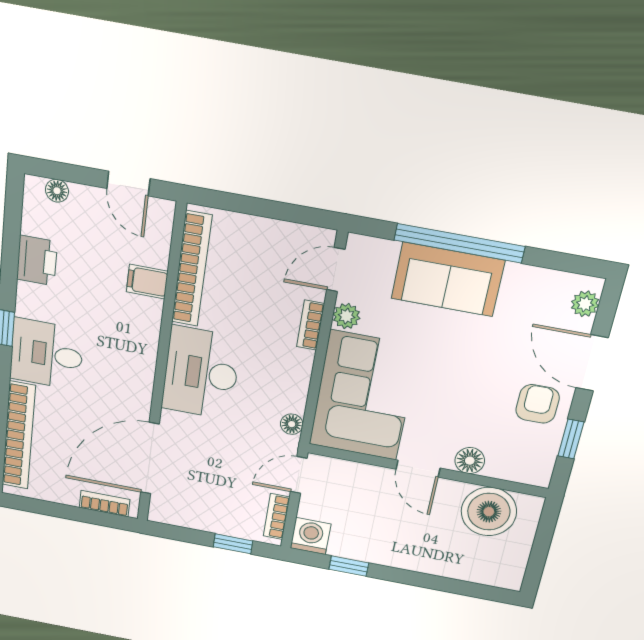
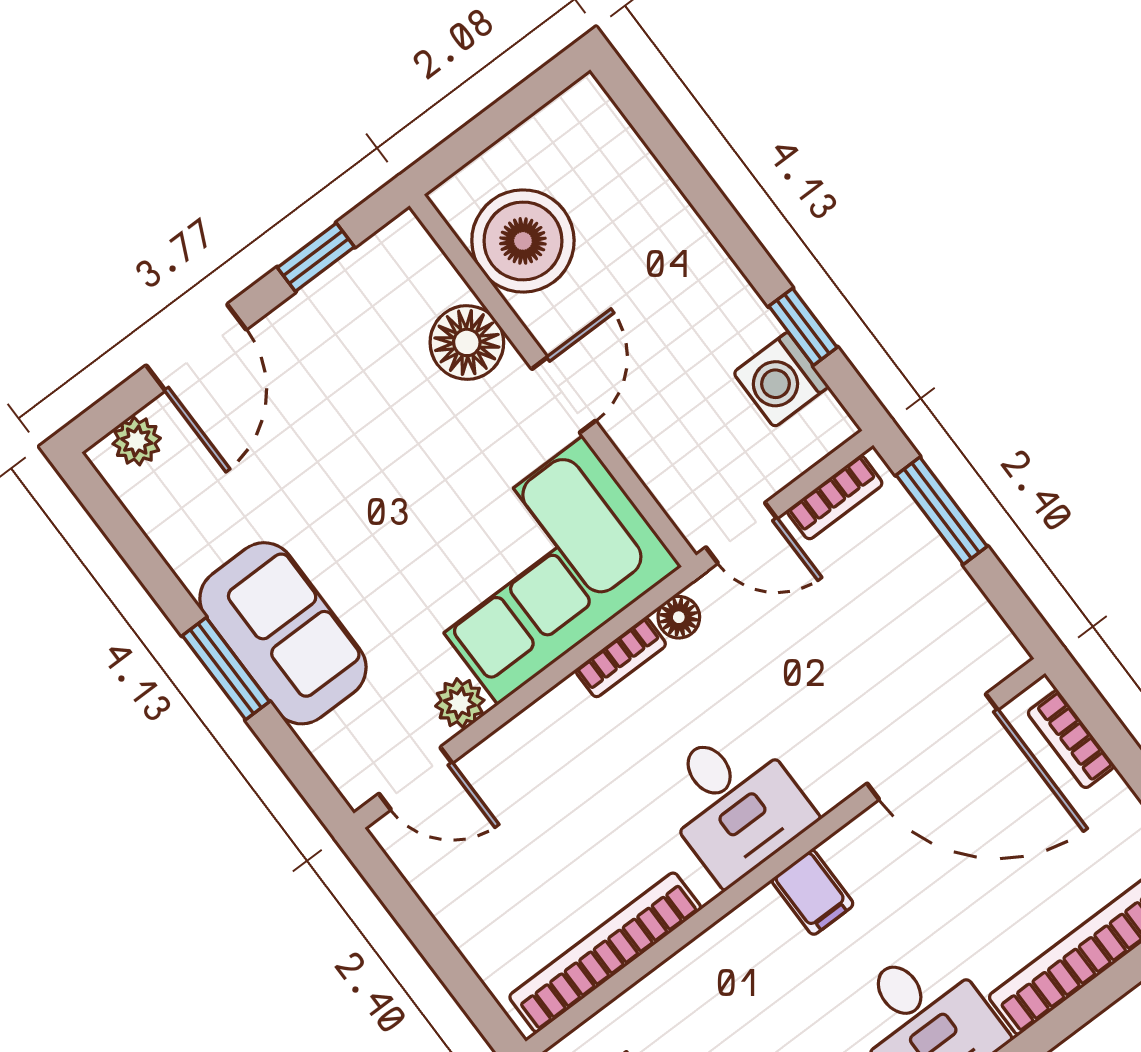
window: (459, 243) -> (226, 669), width x0.47
filing cabinet: (147, 282) -> (813, 892), moved
bookcase: (311, 325) -> (621, 657), moved
desk: (201, 373) -> (734, 803), width x0.73
armchair: (538, 404) -> (317, 350), removed
floor lamp: (470, 461) -> (467, 342), width x1.38, depth x1.38
washing machine: (311, 536) -> (781, 380), moved
window: (233, 544) -> (942, 511), width x1.50

